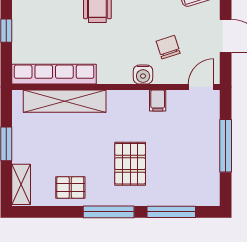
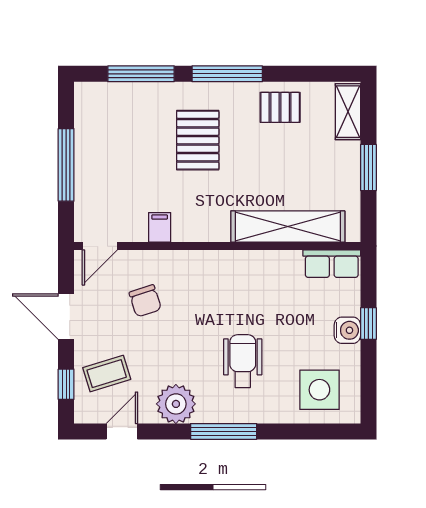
row of seats: (54, 74) -> (332, 264), width x0.50
water cooler: (143, 75) -> (347, 330), moved, turned 90

